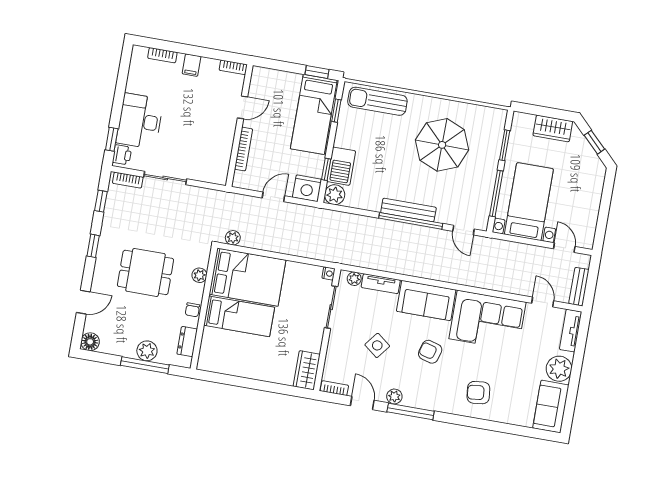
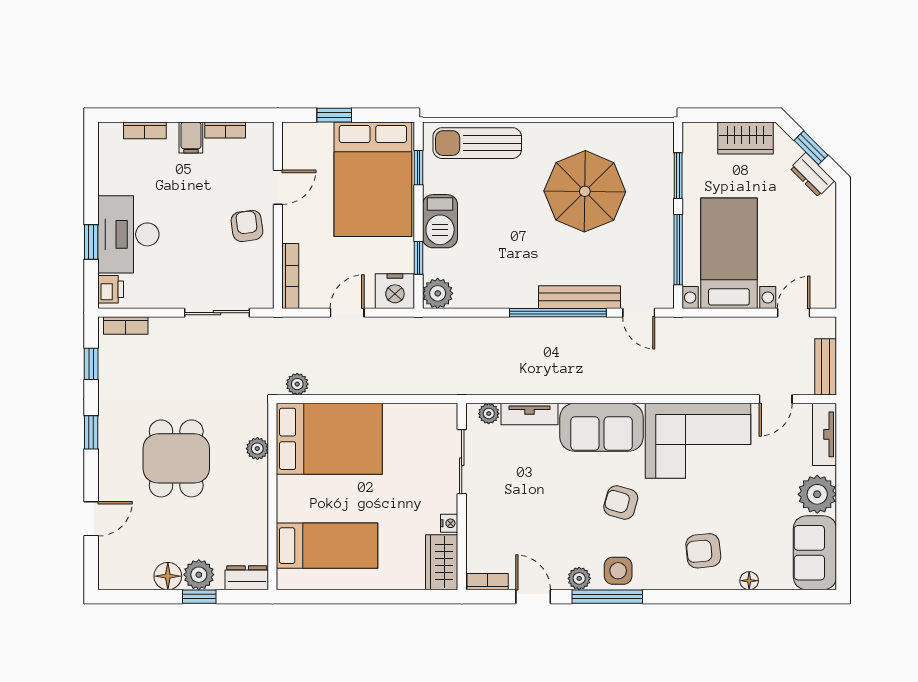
bookcase: (233, 67) -> (225, 130), moved
window: (317, 72) -> (334, 115), moved
bed: (314, 114) -> (373, 179), width x1.50
armchair: (218, 129) -> (247, 226), added
window: (112, 139) -> (91, 242), moved
bookcase: (244, 149) -> (290, 276), moved
dresser: (592, 160) -> (812, 175), added
barbecue: (341, 166) -> (440, 221), moved
sliding door: (165, 178) -> (217, 313), moved
bench: (408, 210) -> (579, 297), moved
door: (564, 248) -> (794, 313), hinge flipped
dining table: (146, 272) -> (176, 458), turned 90
nightstand: (329, 273) -> (449, 523), moved
door: (543, 302) -> (776, 399), swing flipped
chair: (192, 310) -> (256, 502), removed
bed: (239, 316) -> (327, 546), moved
floor lamp: (90, 342) -> (168, 576), moved
dresser: (187, 342) -> (247, 578), moved, turned 90
side table: (377, 345) -> (618, 571), moved, turned -38
window: (145, 365) -> (199, 597), width x0.46
floor lamp: (505, 417) -> (749, 581), added

